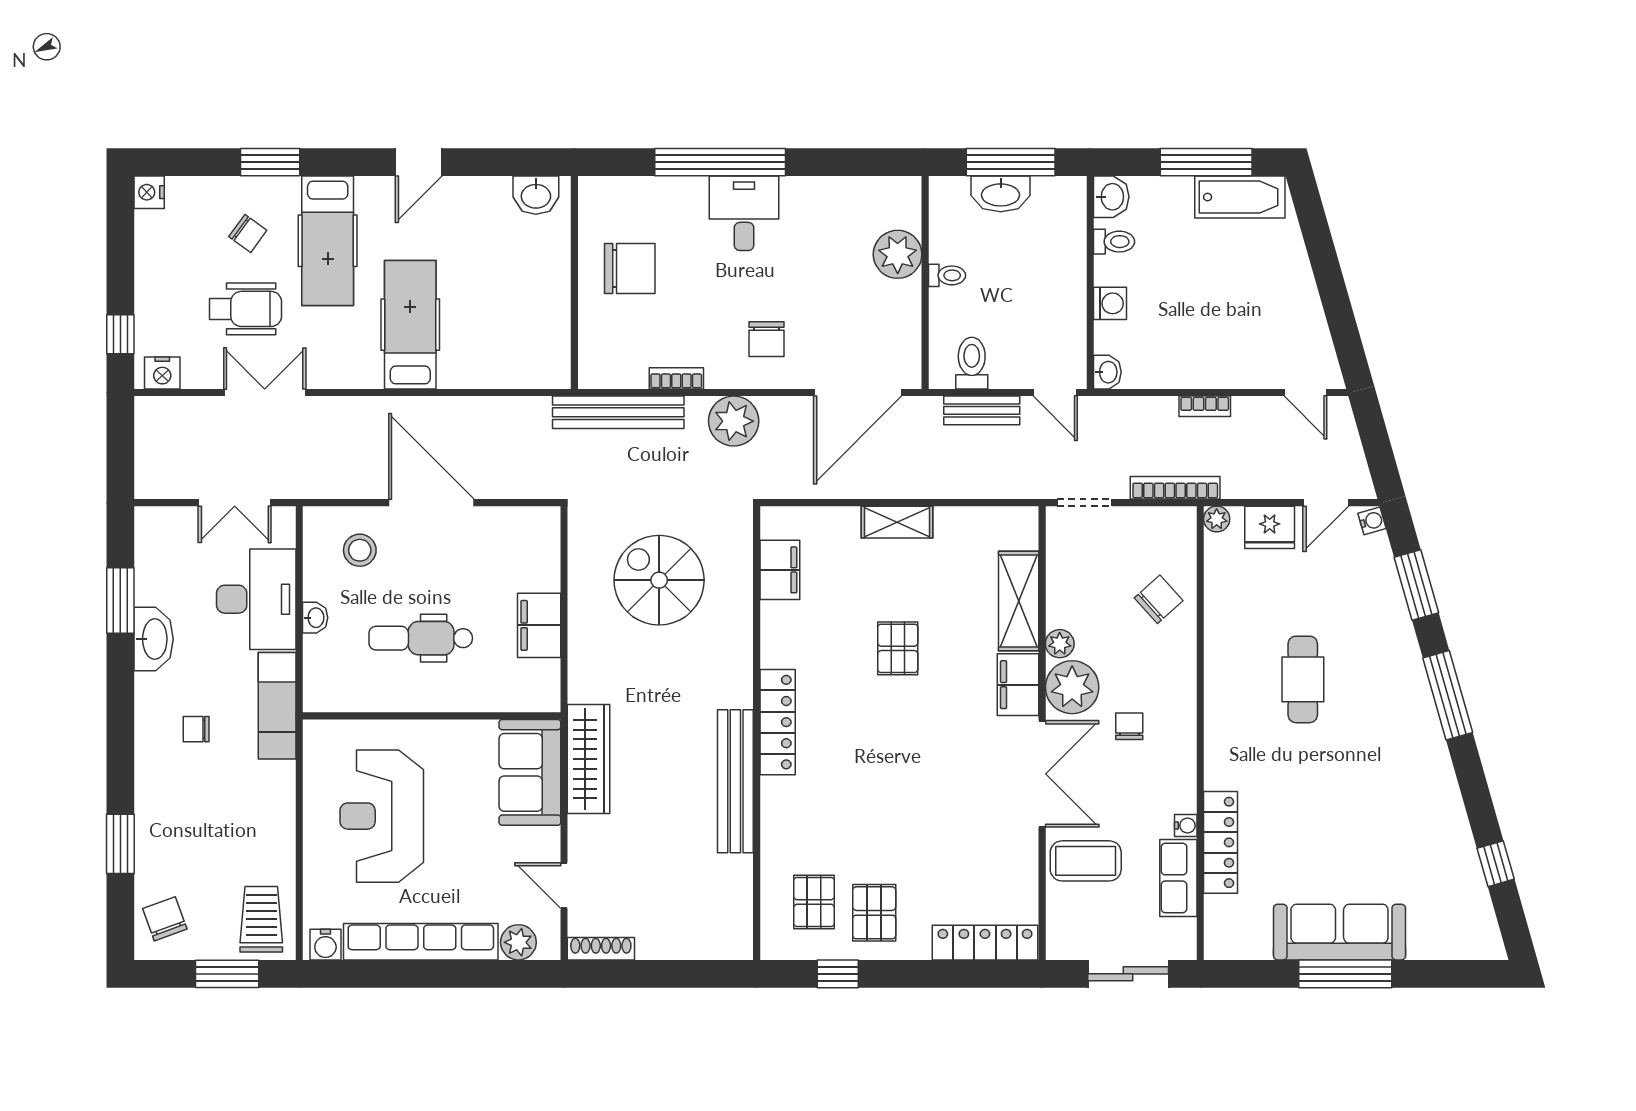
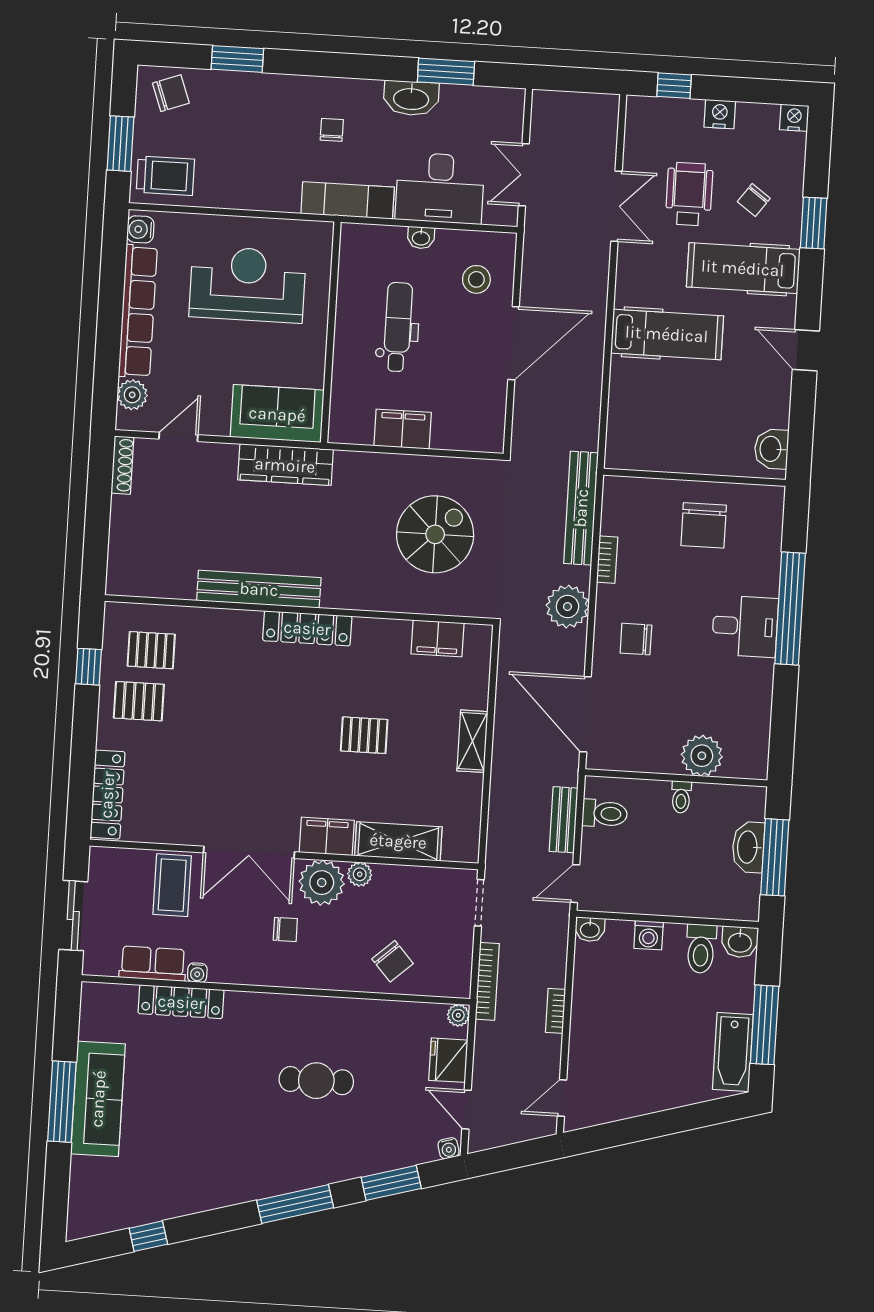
toilet: (1114, 242) -> (701, 949), width x1.37, depth x1.39
wheelchair: (245, 309) -> (689, 194), turned 180
nightstand: (162, 373) -> (720, 114), moved, turned 90

